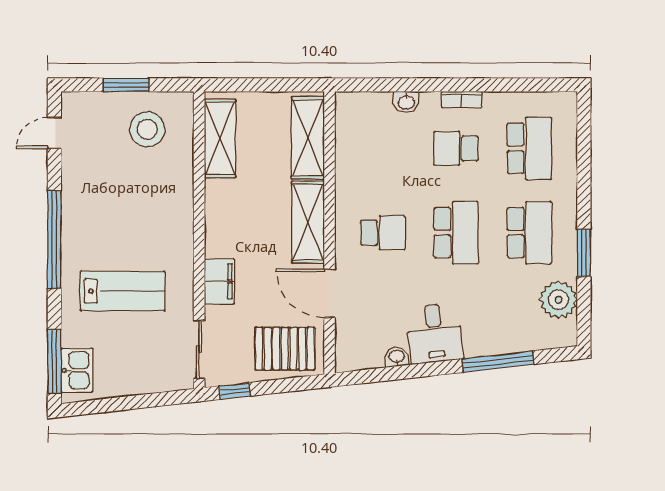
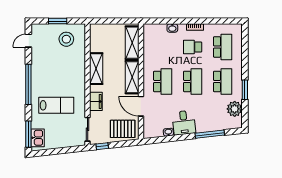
shelving: (220, 138) -> (96, 69), moved
school desk: (383, 233) -> (163, 81), width x1.85

